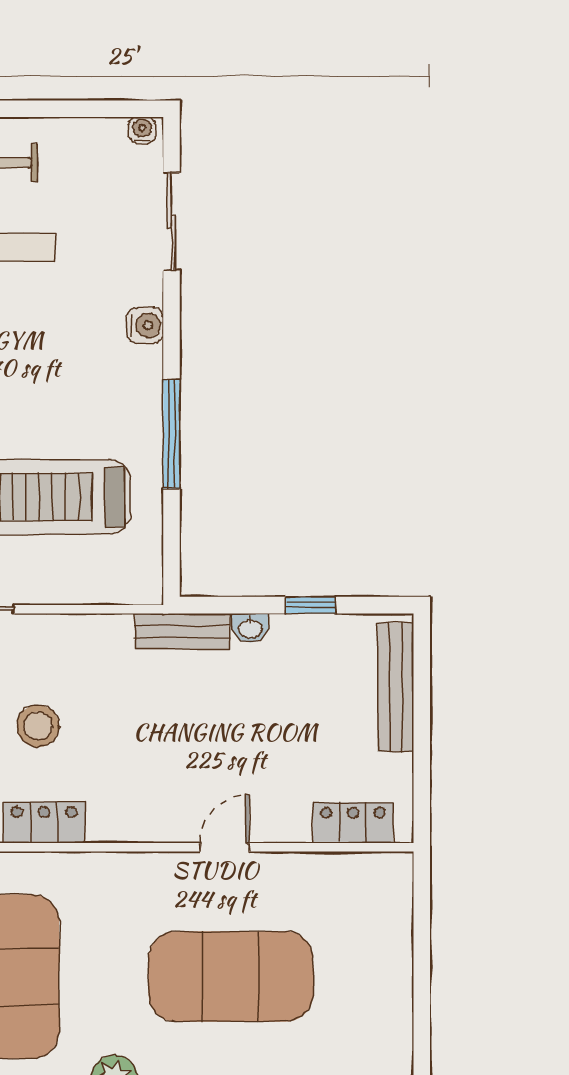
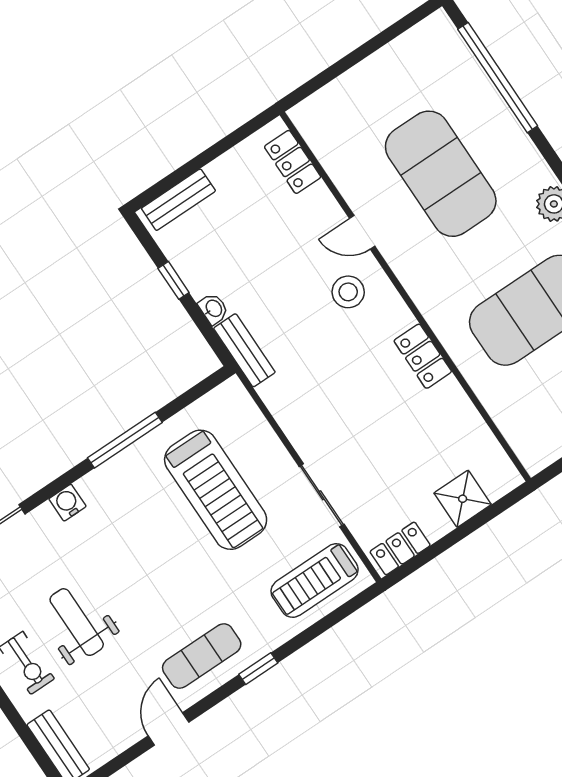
bench: (396, 687) -> (178, 200), width x0.73
stool: (38, 726) -> (348, 292), moved

